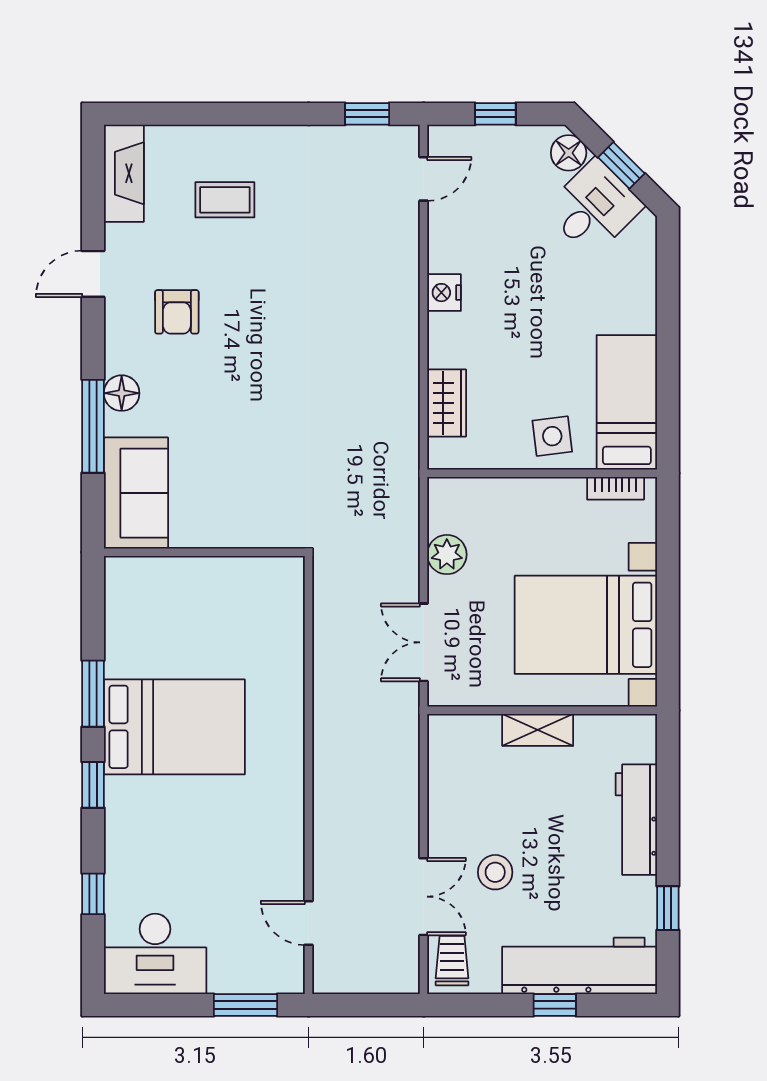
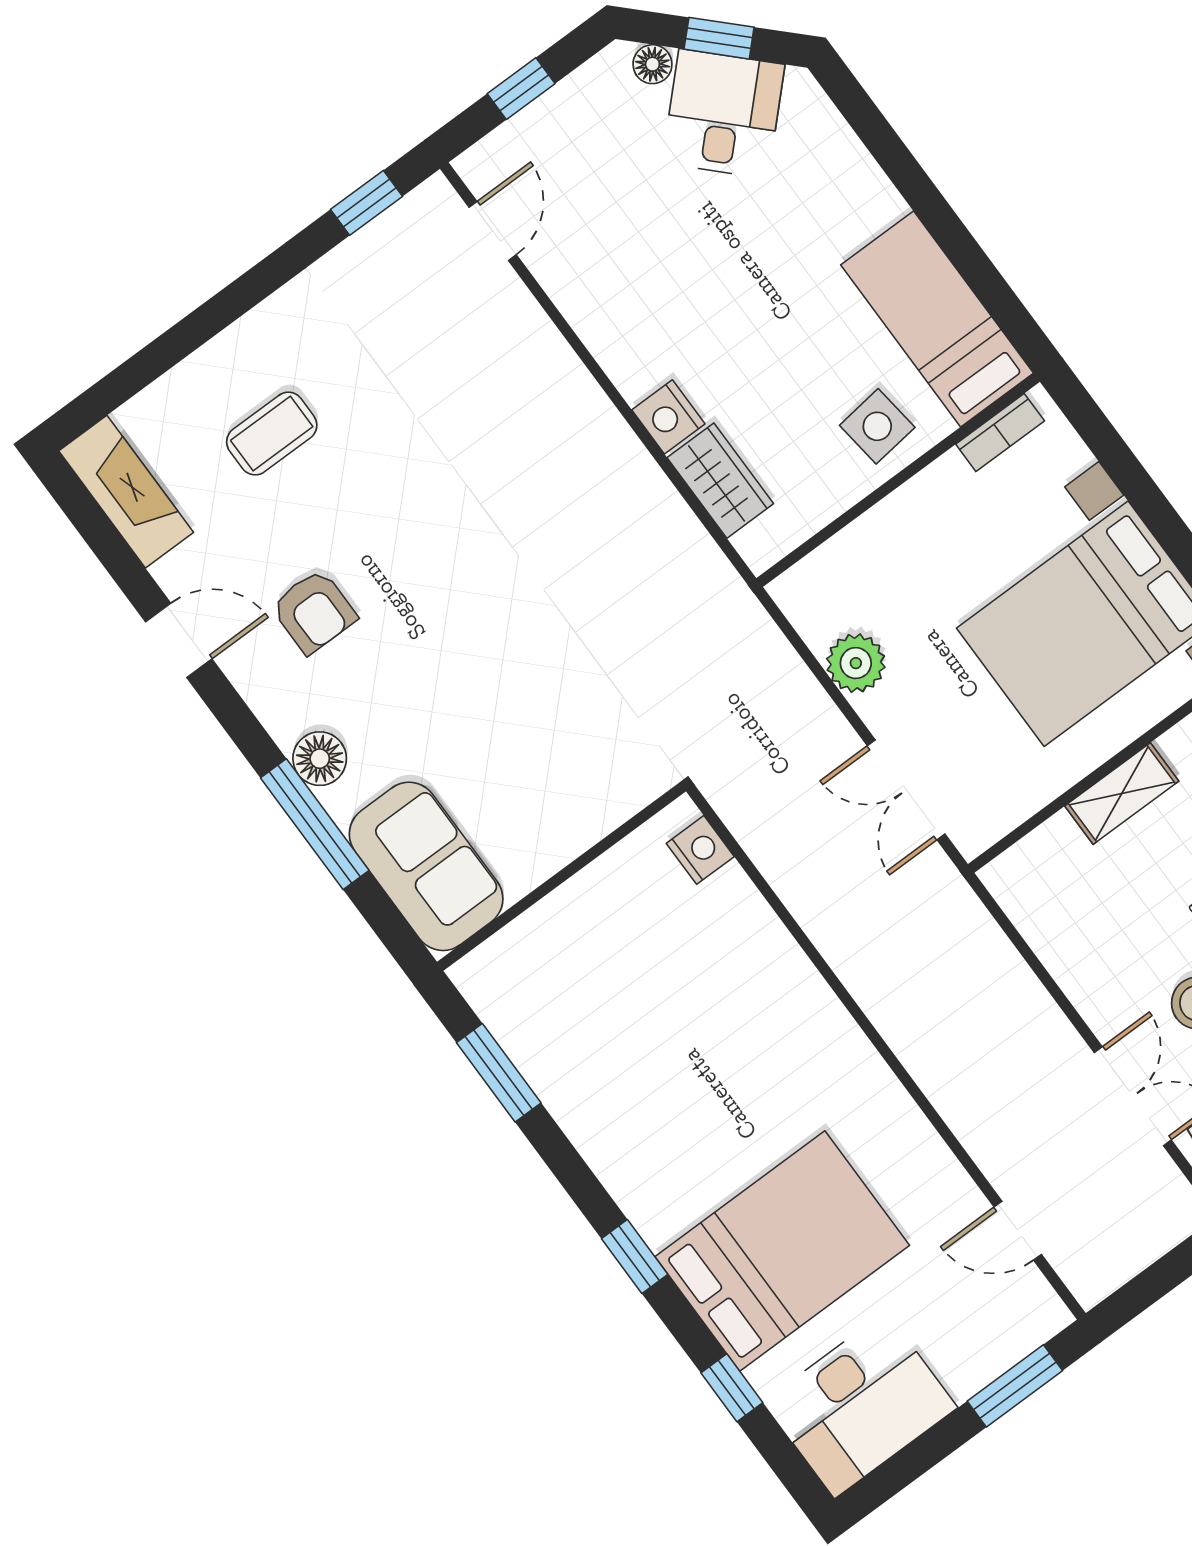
floor lamp: (569, 153) -> (652, 64), width x0.73, depth x0.73
door: (93, 274) -> (179, 640), swing flipped
nightstand: (444, 293) -> (668, 417), moved
nightstand: (289, 593) -> (700, 850), added
window: (93, 694) -> (499, 1073), moved
bed: (174, 727) -> (782, 1251), moved

